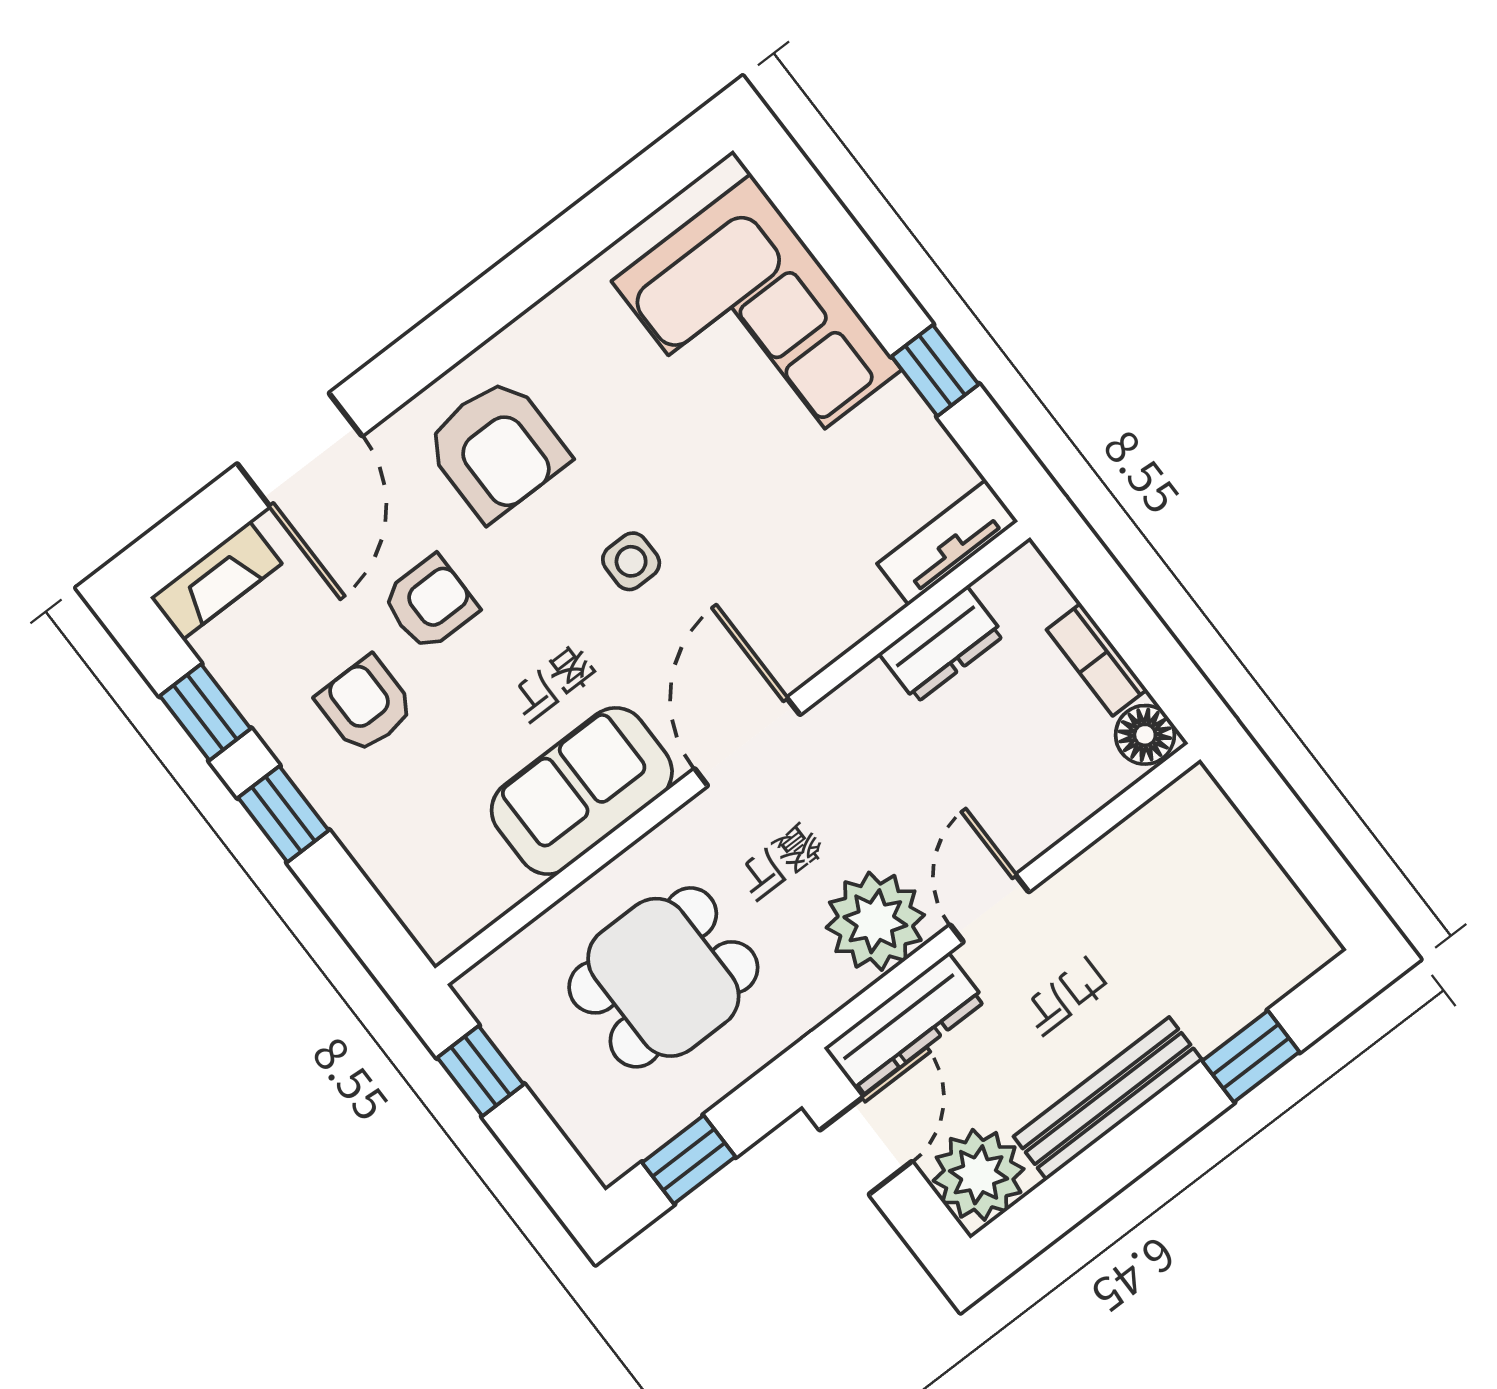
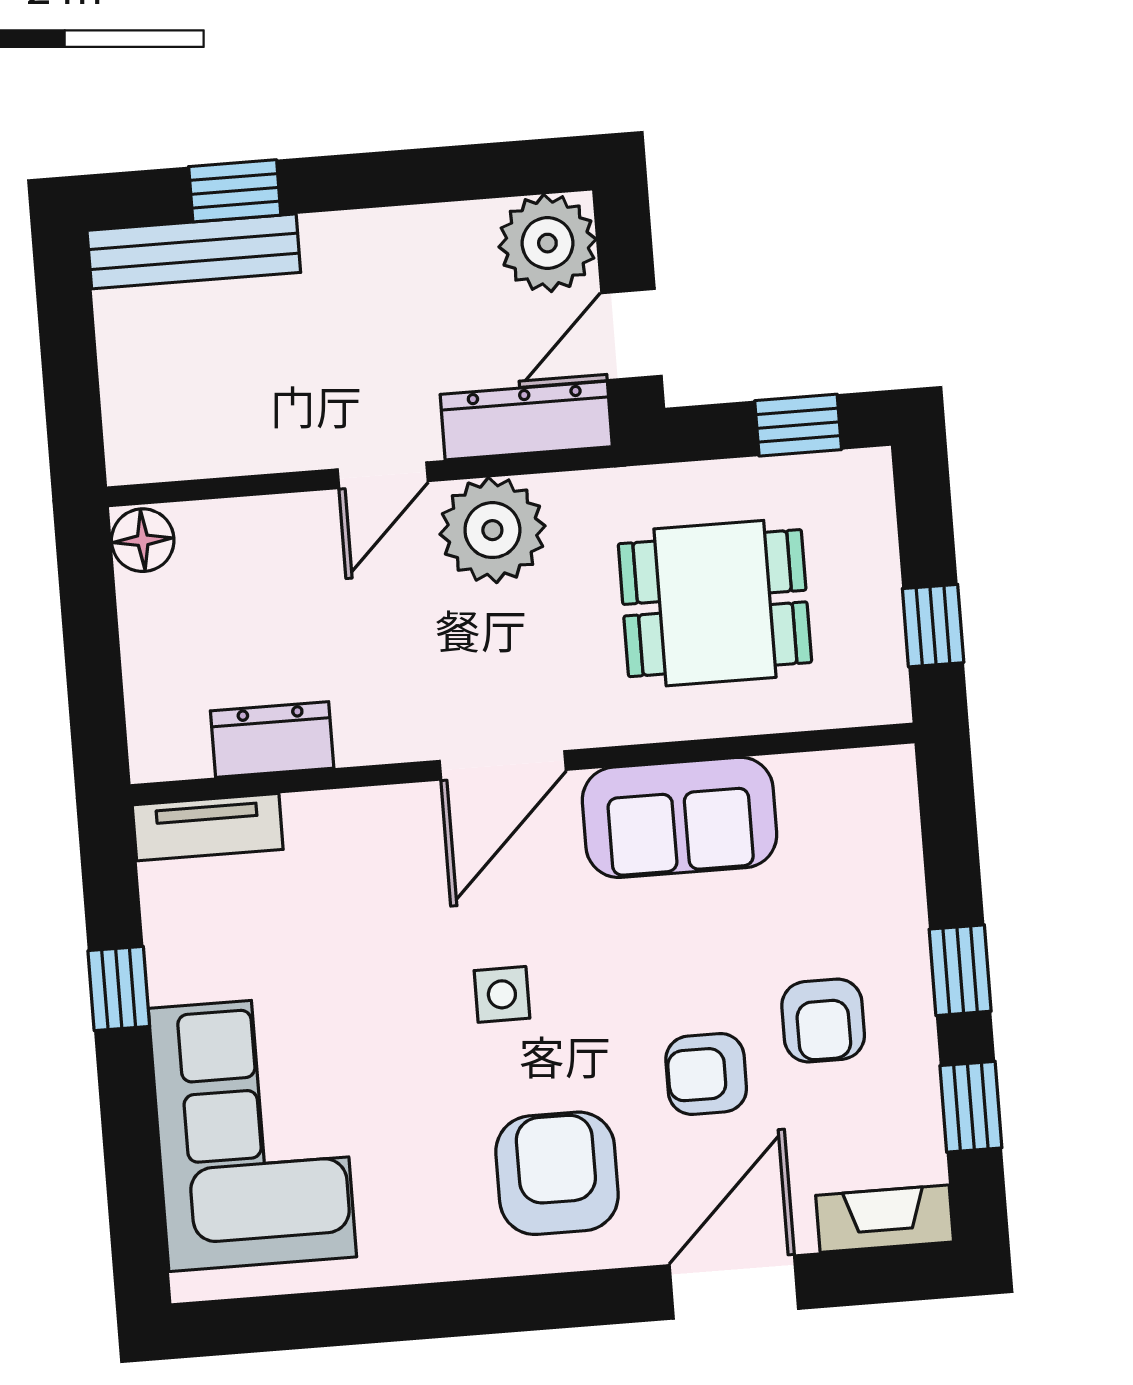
bookcase: (1097, 660) -> (142, 636), removed
bench: (1108, 1098) -> (194, 251), moved

